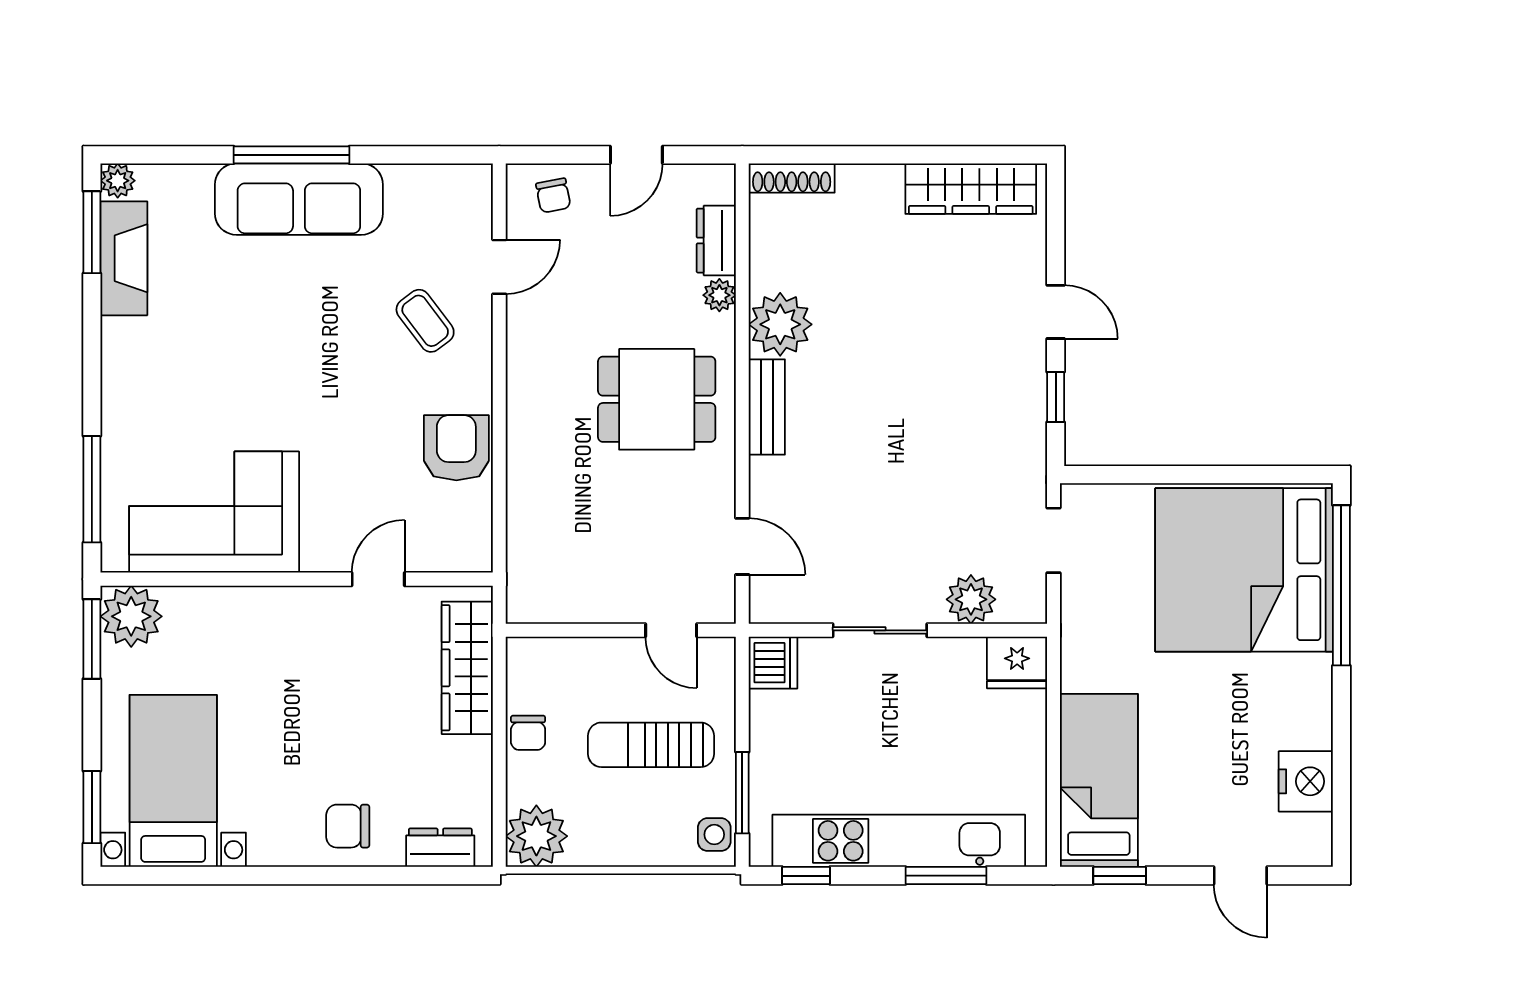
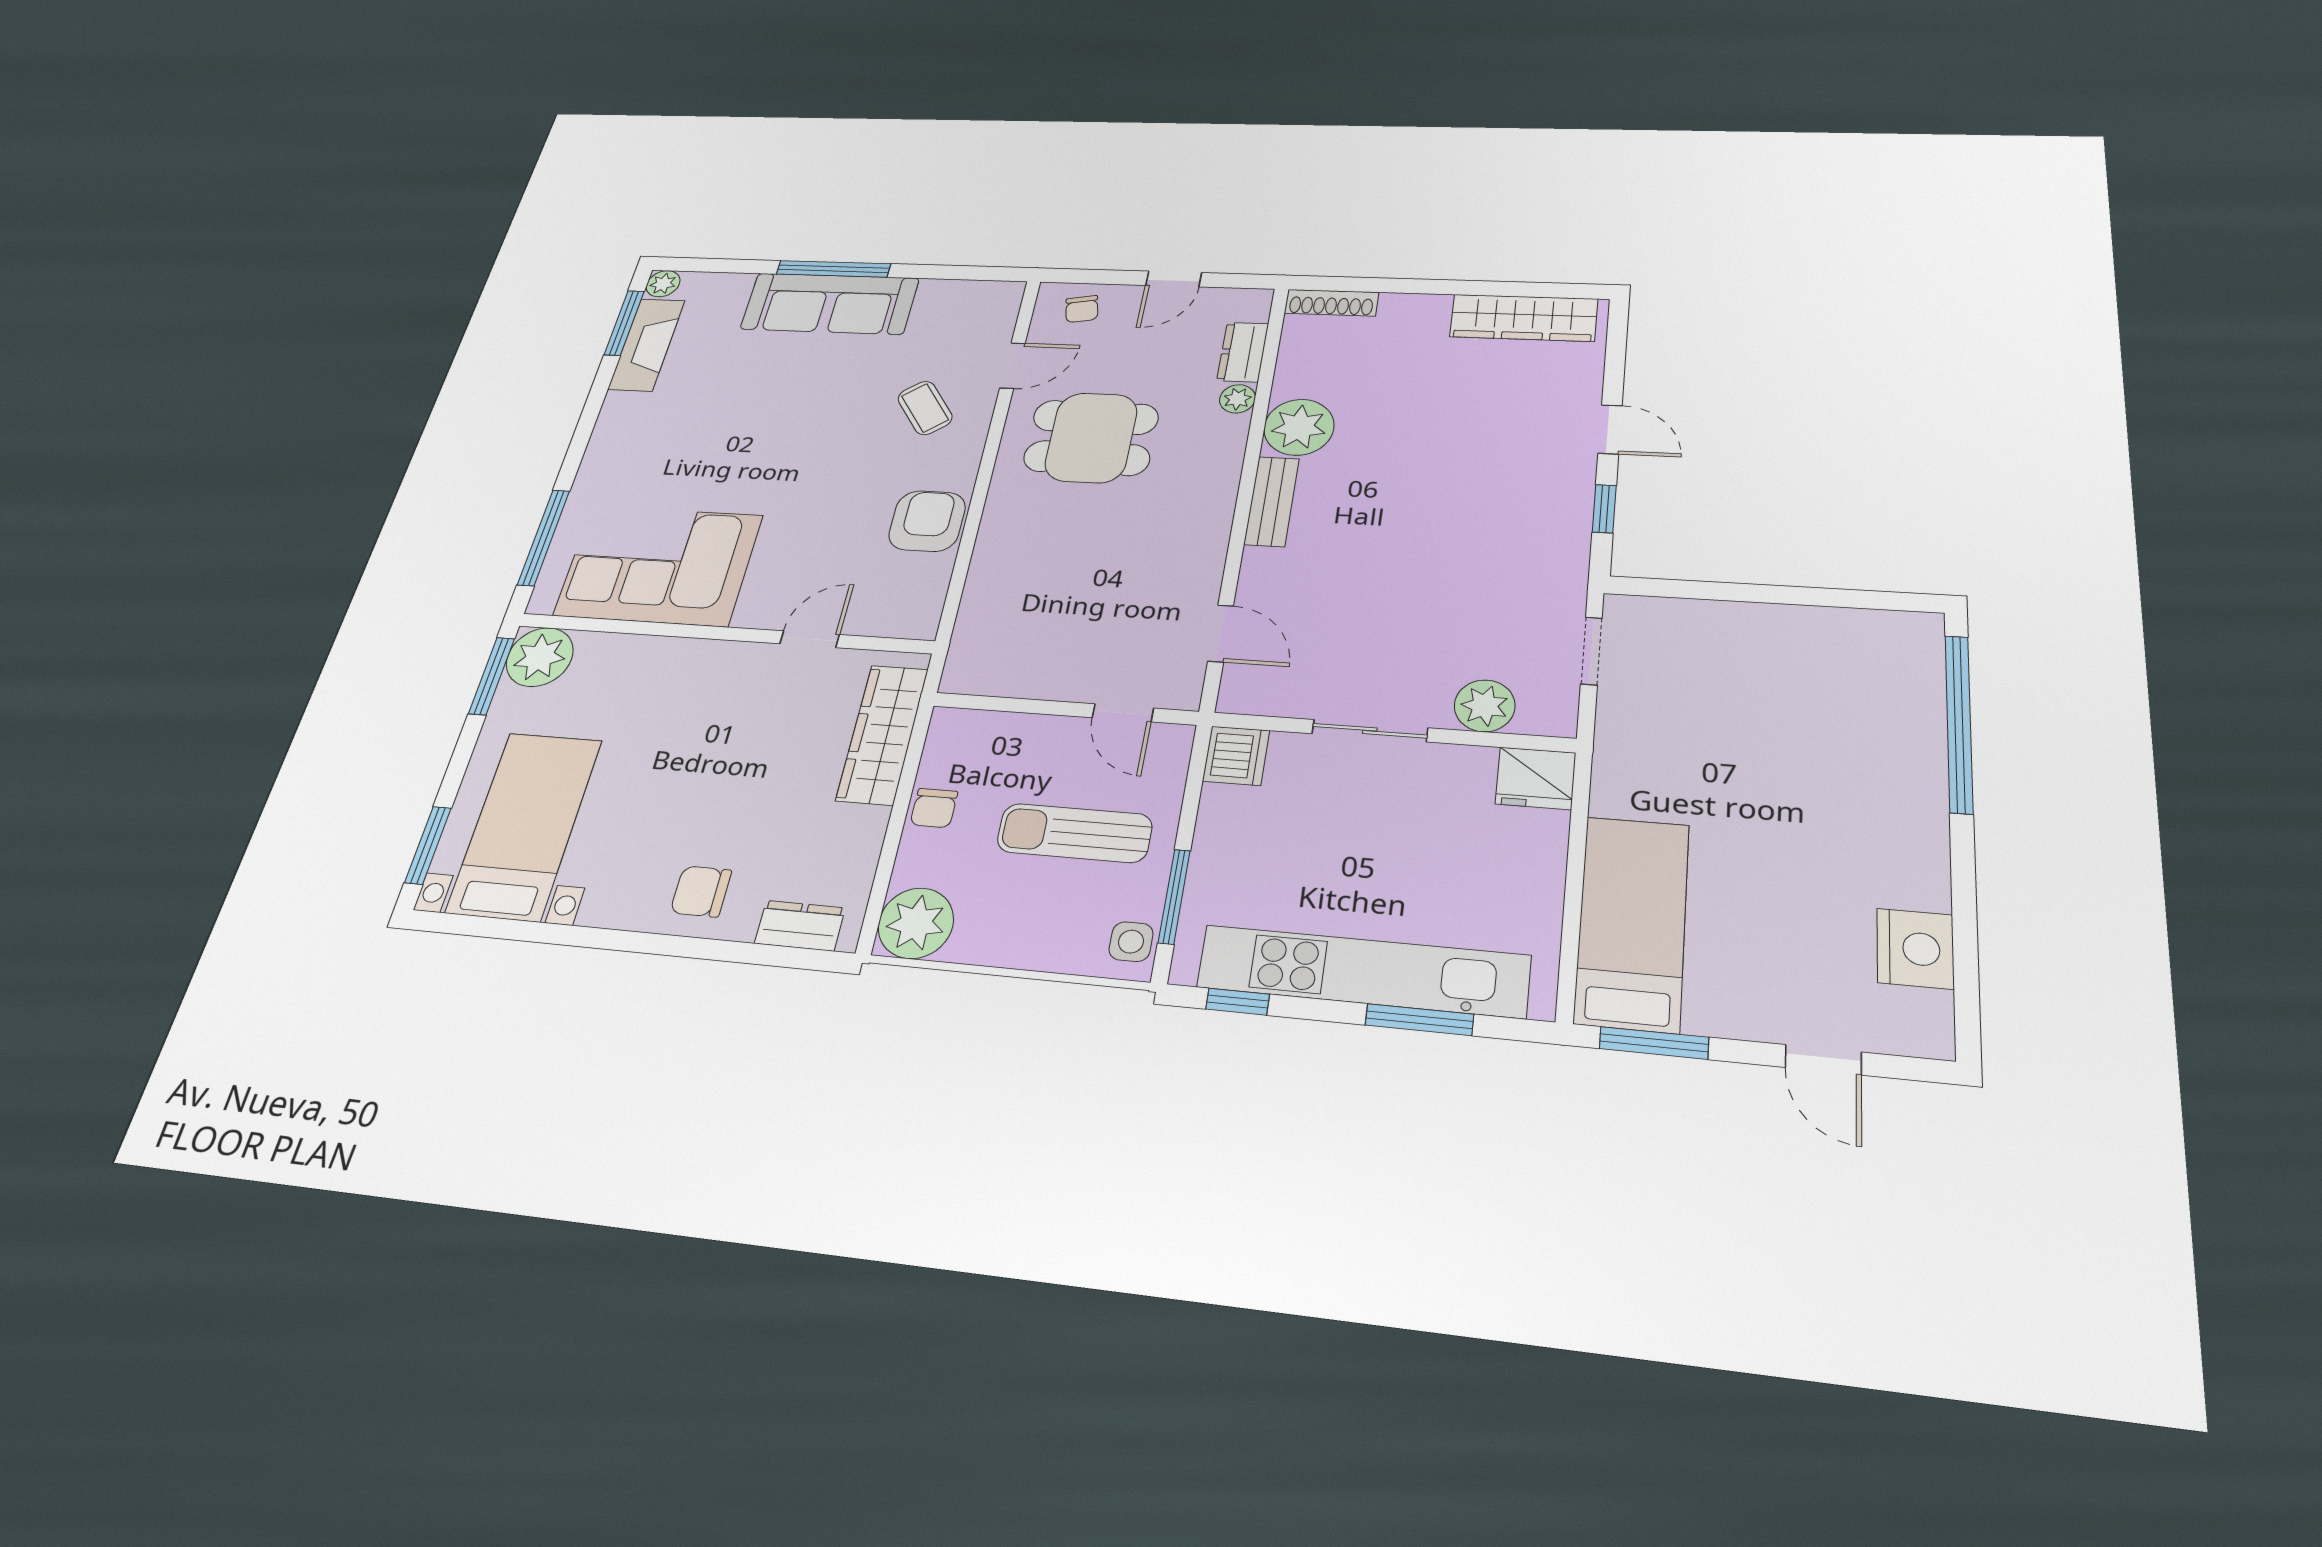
dining table: (657, 399) -> (1091, 438), moved
bed: (1244, 570) -> (1831, 697), removed
window: (1120, 876) -> (1654, 1043), width x1.50

